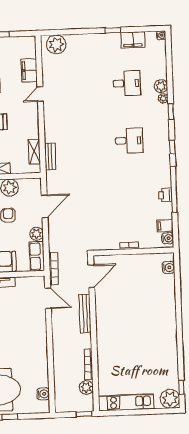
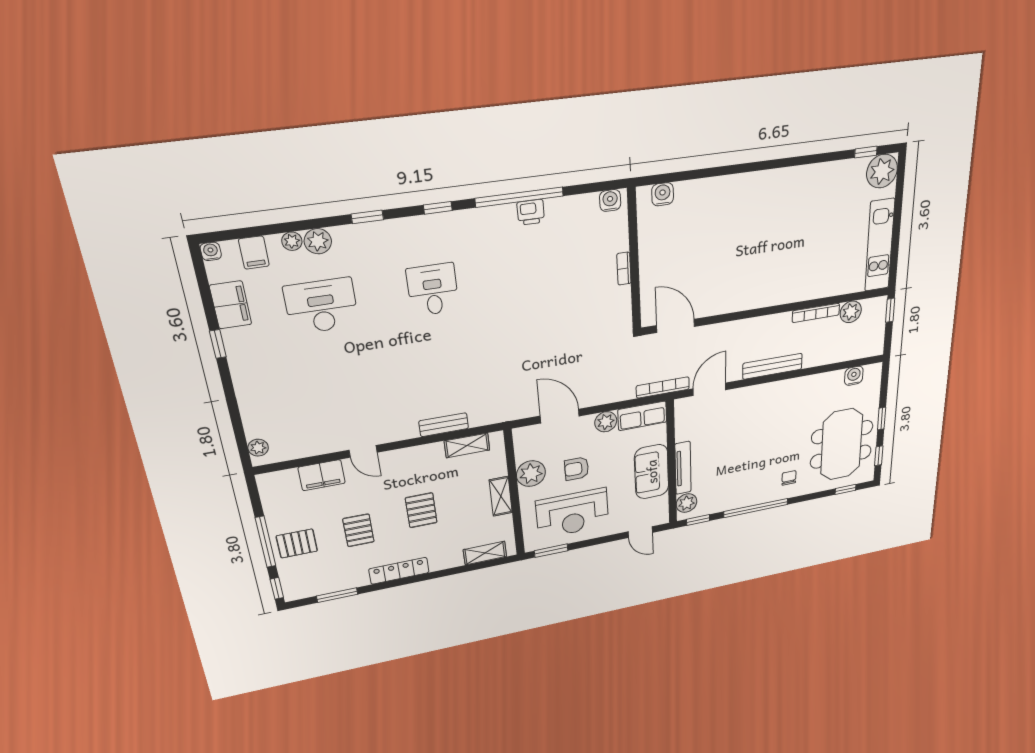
plant: (56, 44) -> (258, 448), width x0.53, depth x0.53
desk: (127, 83) -> (321, 306), width x1.37
plant: (163, 98) -> (292, 241), moved
bench: (50, 156) -> (444, 425), moved
filing cabinet: (165, 226) -> (254, 253), moved
bench: (85, 313) -> (772, 366), moved

